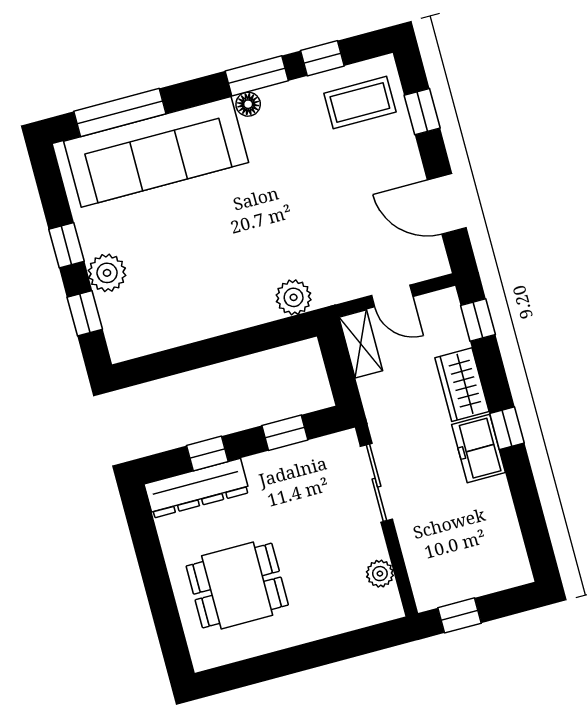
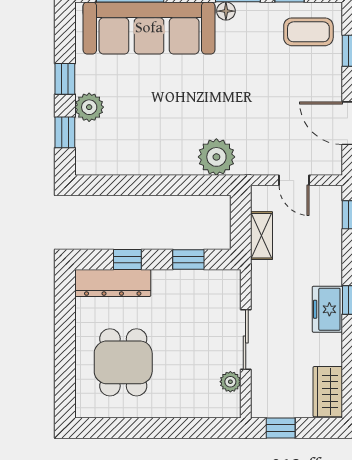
plant: (294, 297) -> (216, 157), width x1.36, depth x1.36
shelving: (361, 344) -> (261, 236), moved
wardrobe: (462, 385) -> (328, 392), moved
sliding door: (376, 483) -> (246, 340), moved
dining table: (237, 586) -> (123, 362), turned 90

